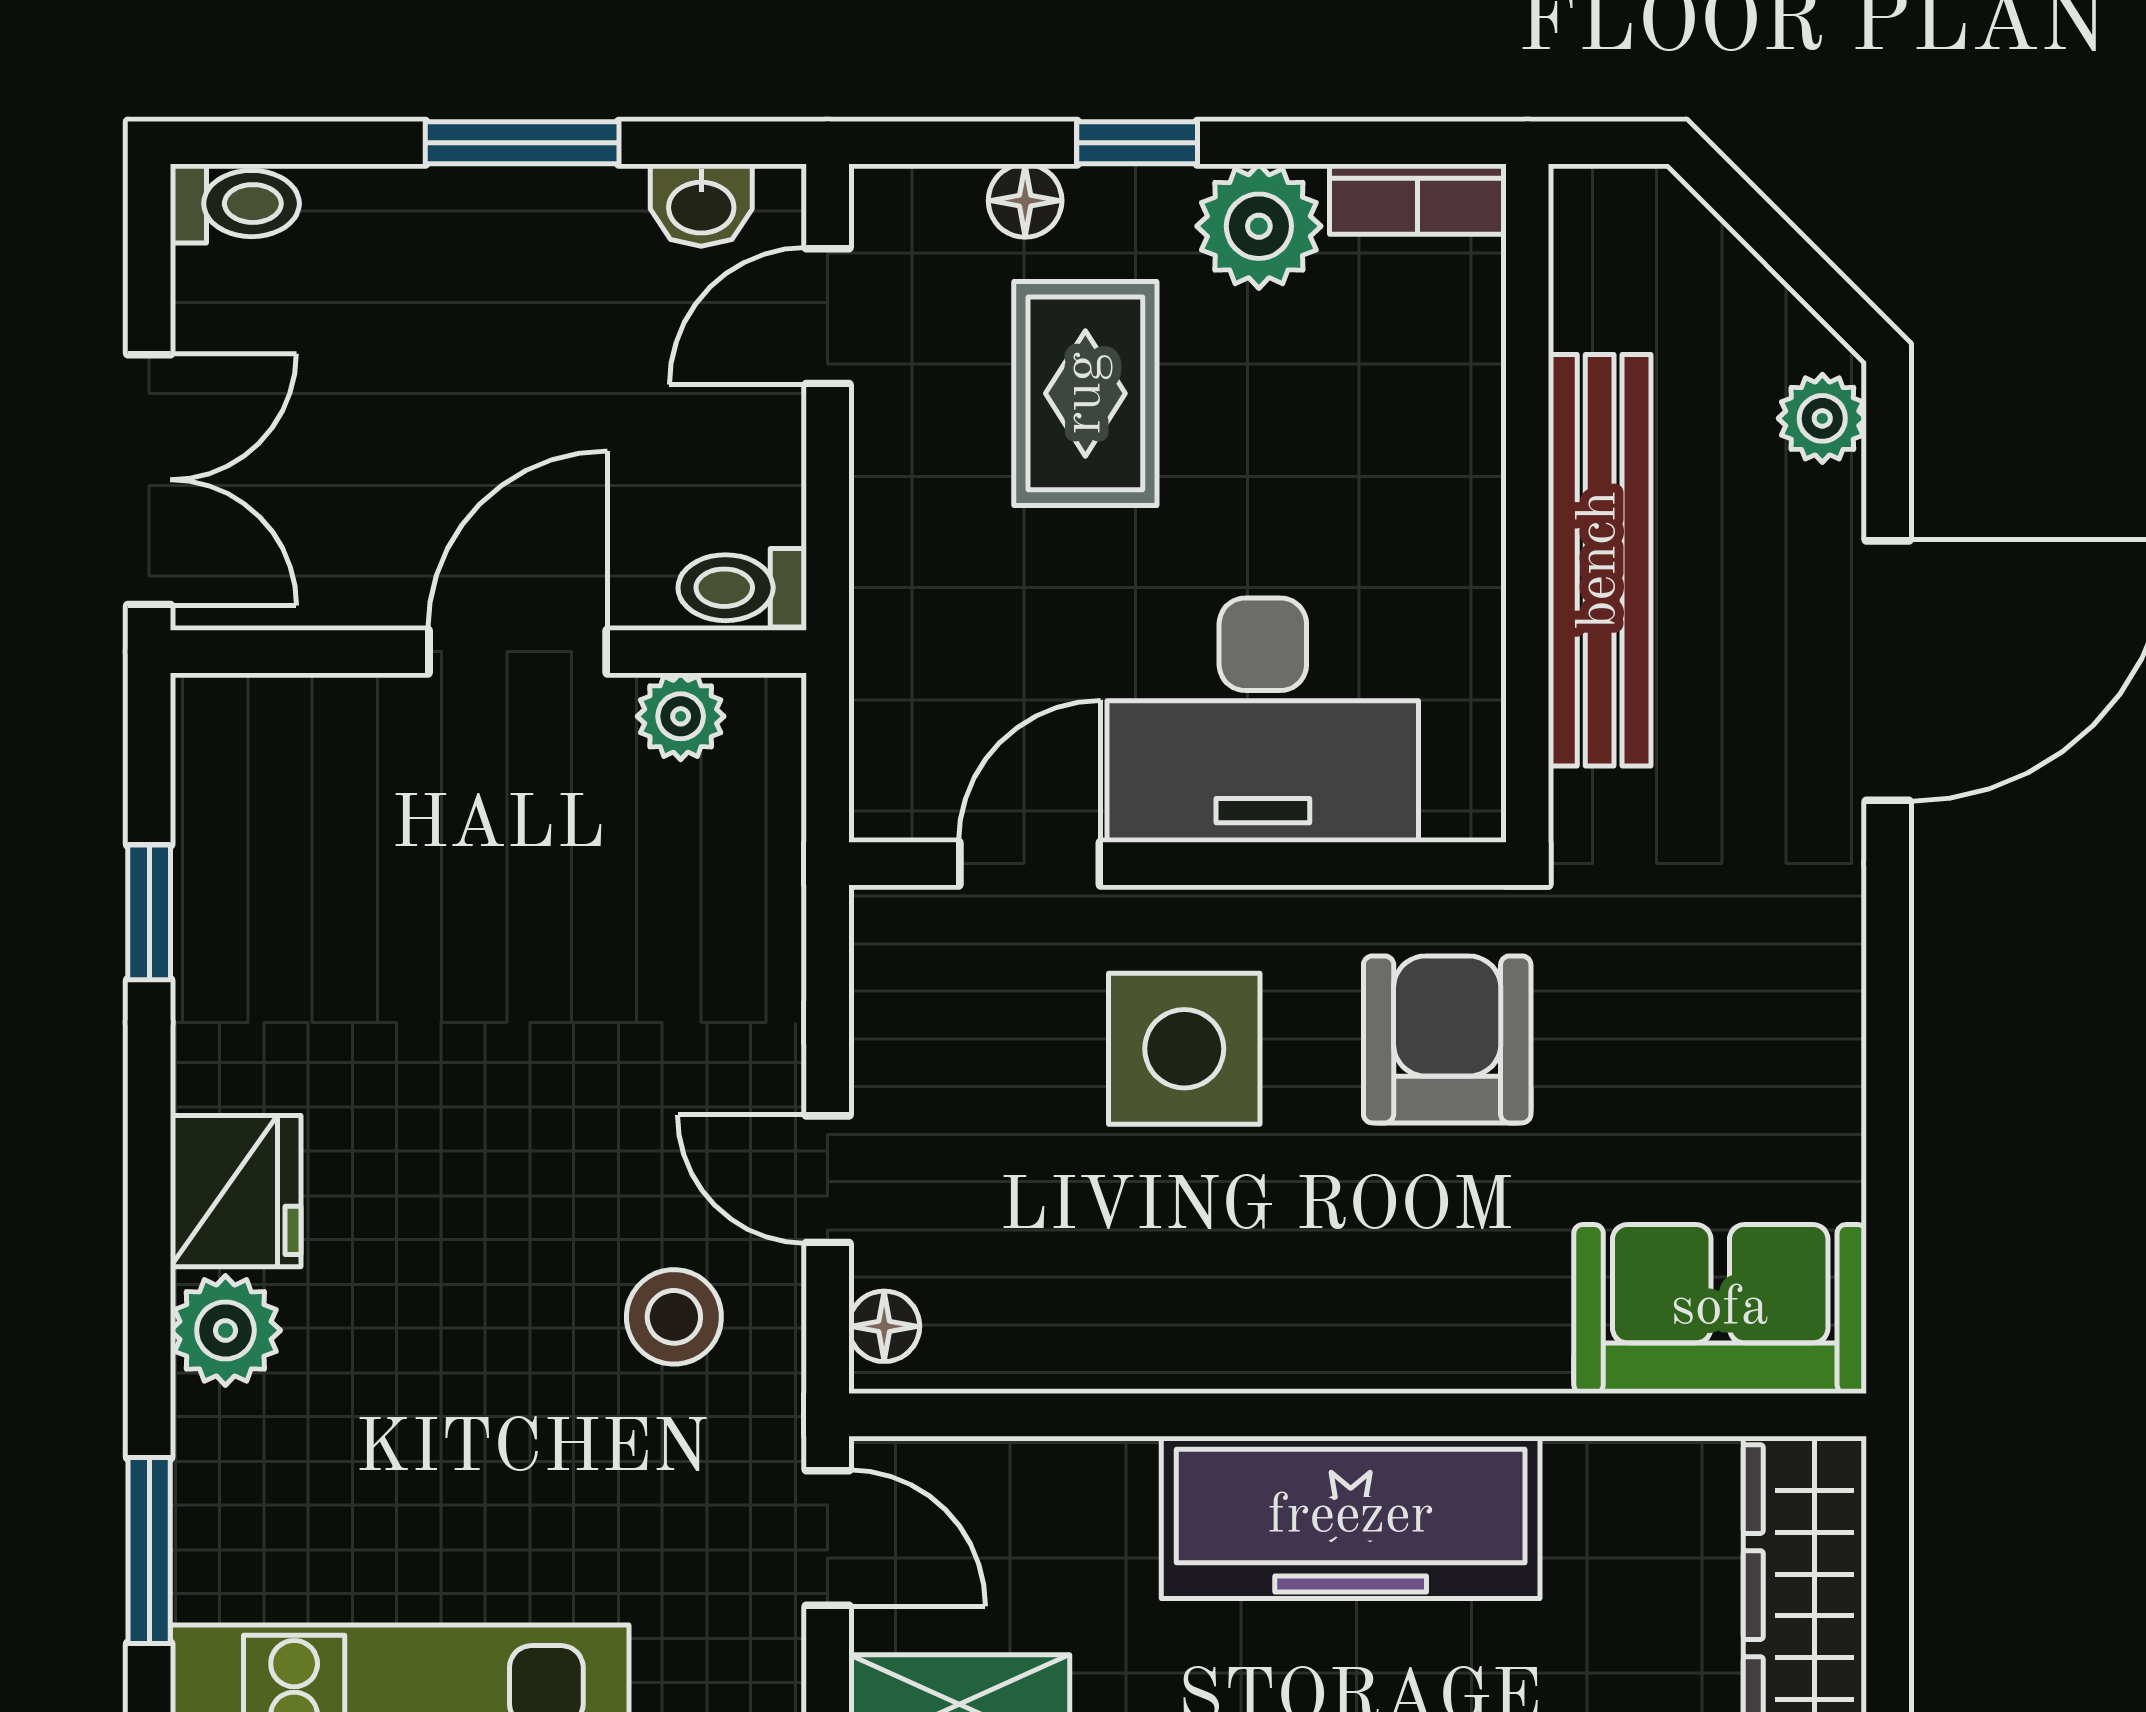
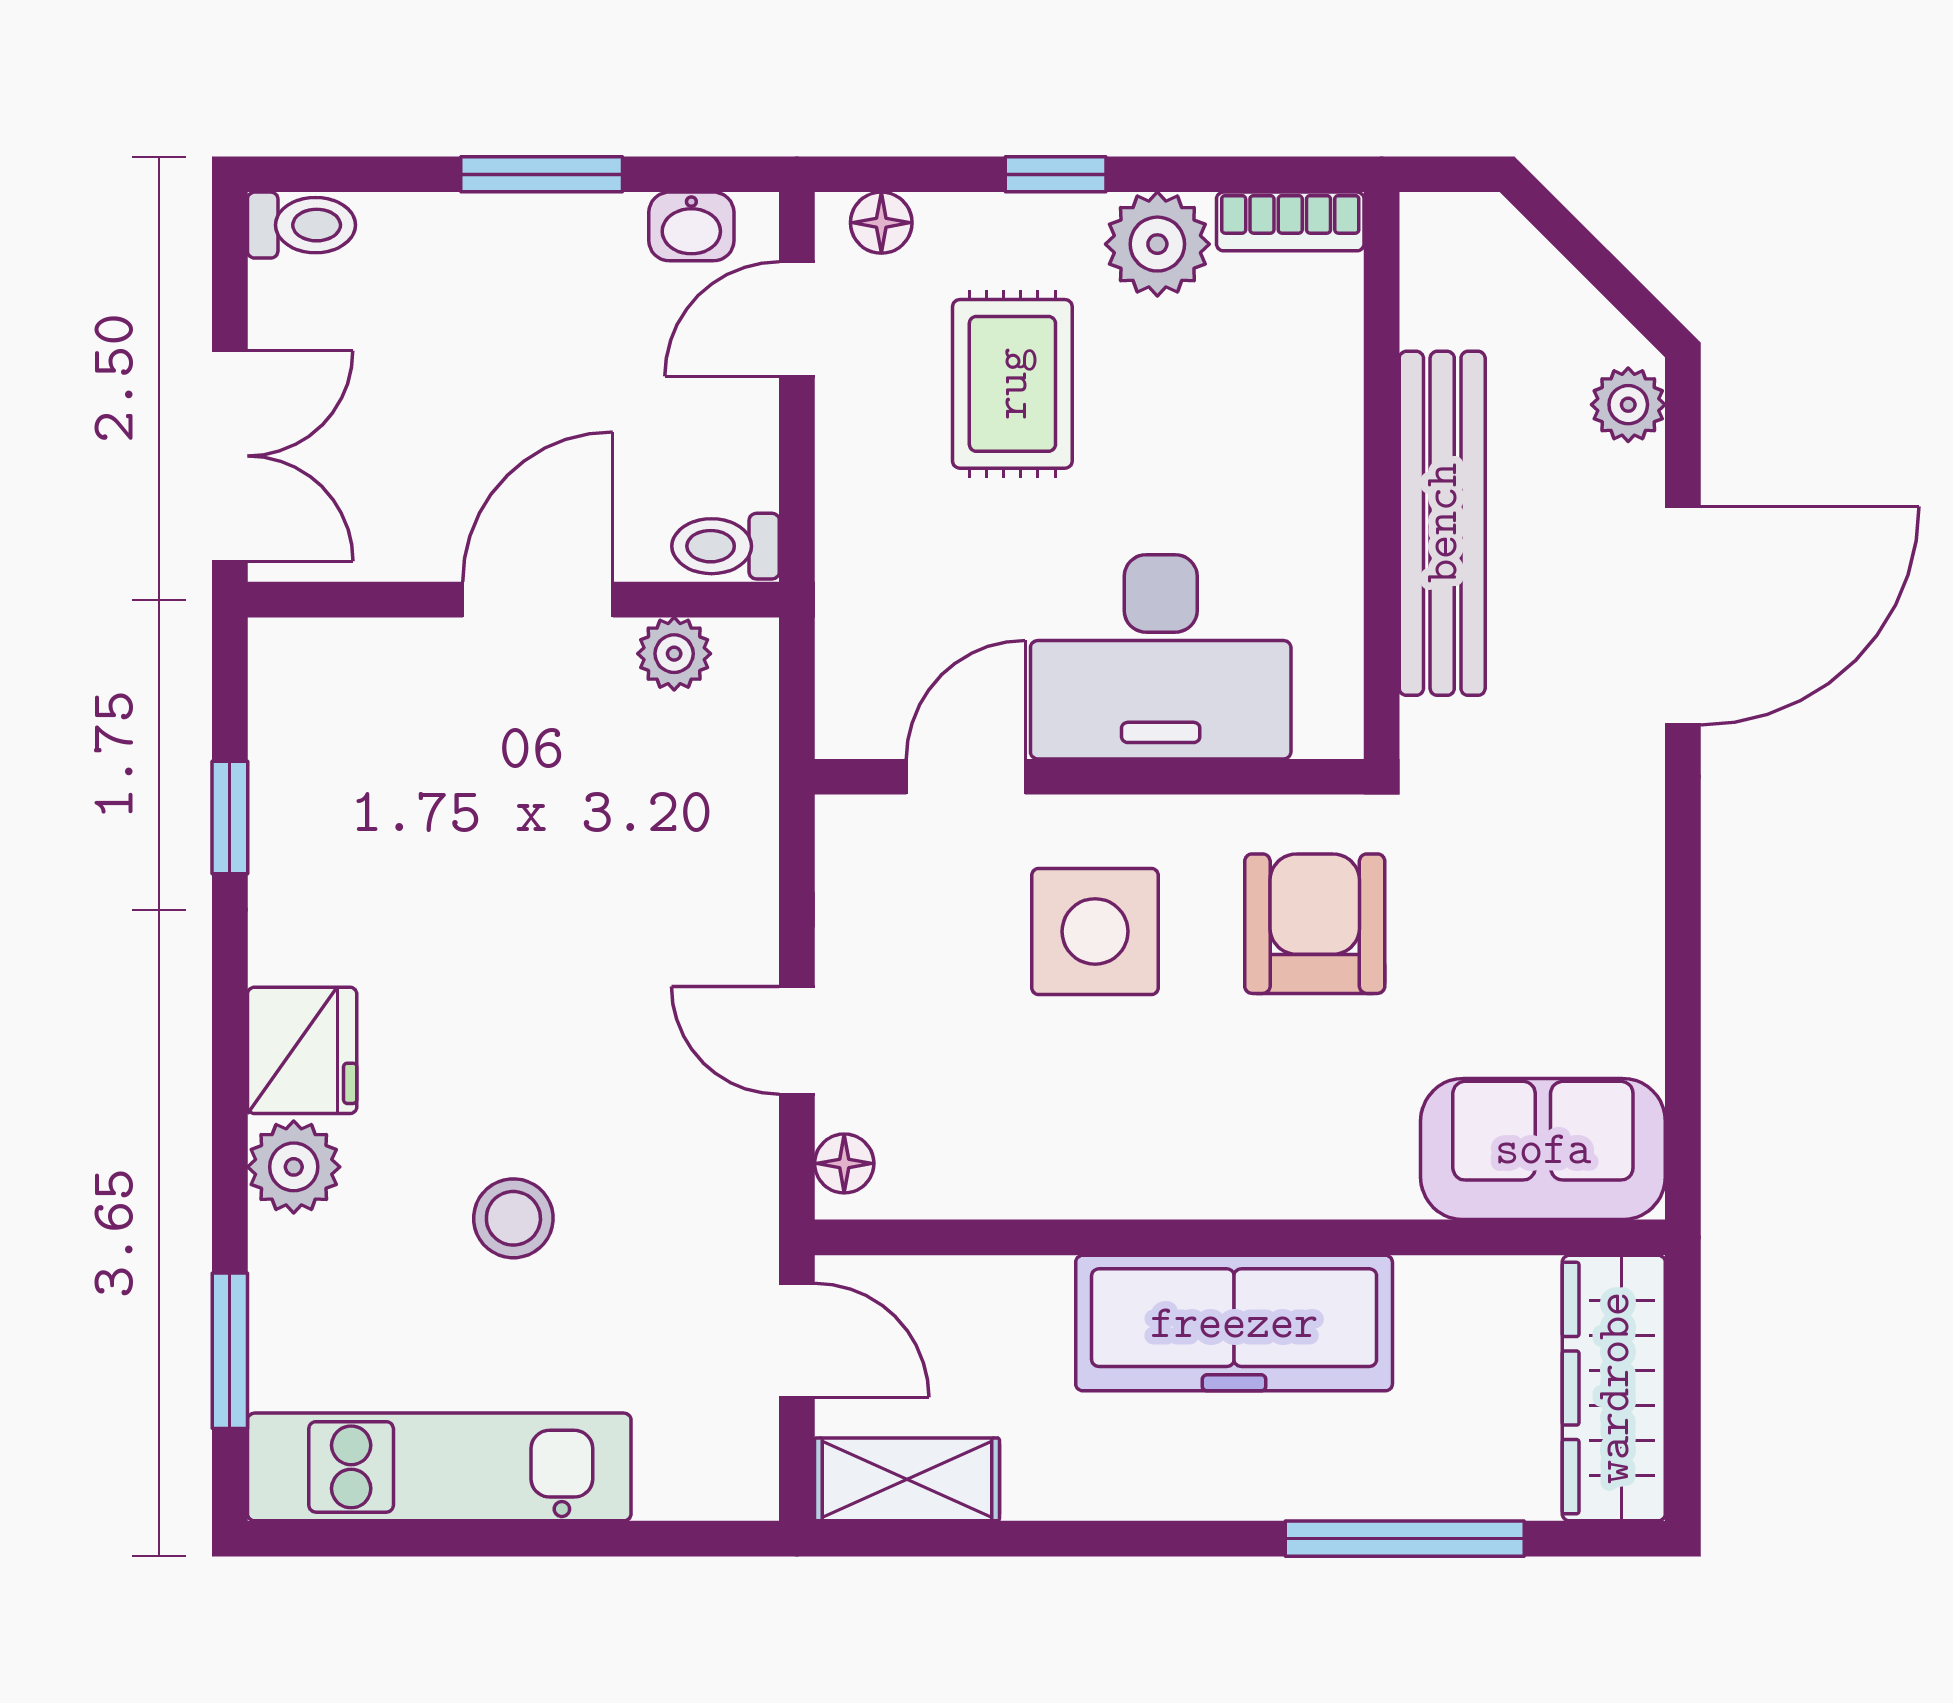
floor lamp: (1025, 201) -> (881, 223), moved
stool: (674, 1317) -> (513, 1218), moved

